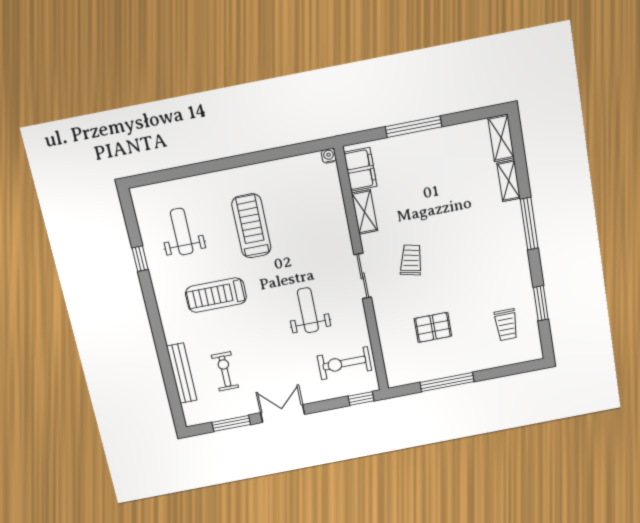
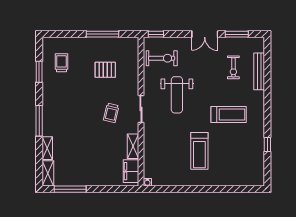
window: (414, 127) -> (70, 189), moved
weight bench: (182, 232) -> (240, 155), removed
weight bench: (308, 310) -> (177, 95), width x1.36, depth x1.33

